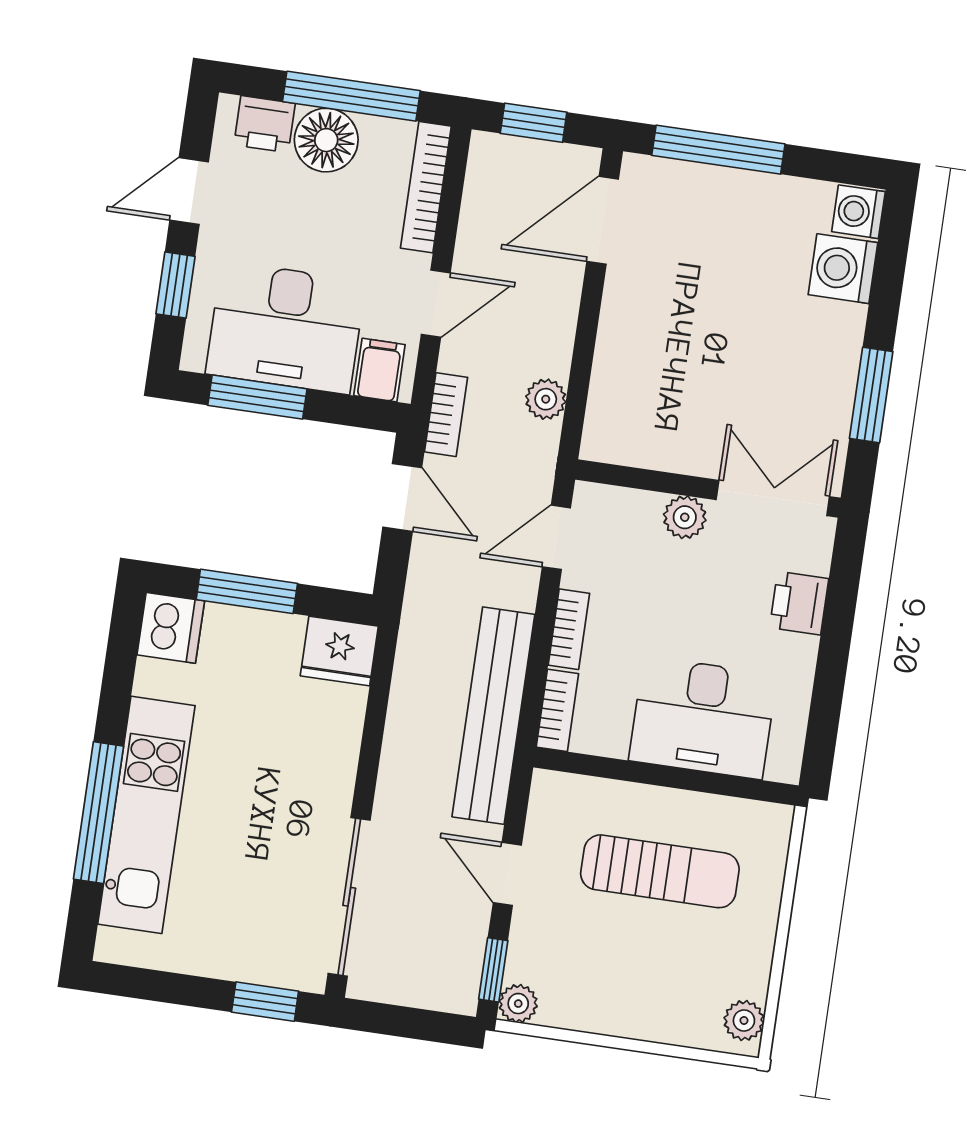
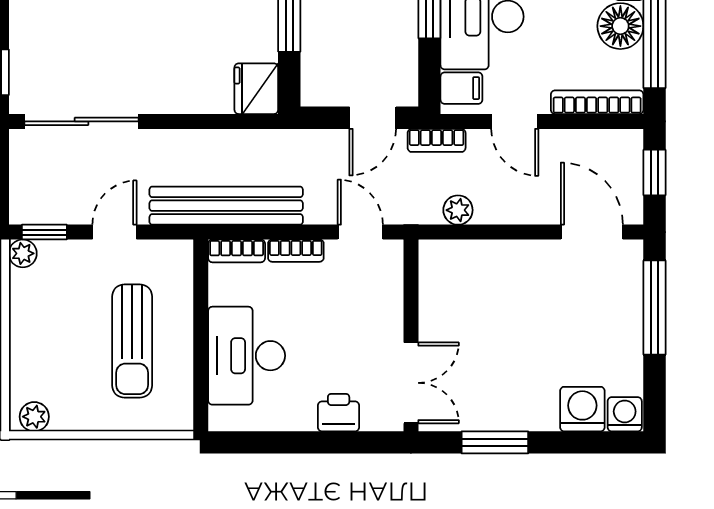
plant: (685, 517) -> (388, 322), removed

